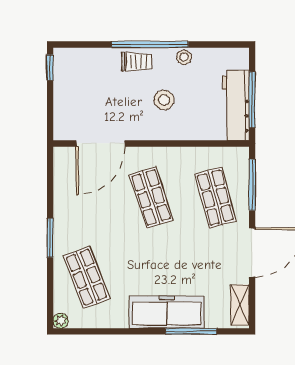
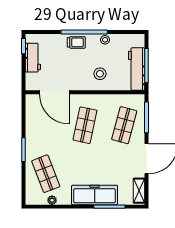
workbench: (65, 87) -> (33, 58), added
stool: (164, 100) -> (100, 74), moved
door: (101, 143) -> (54, 92), hinge flipped
shop shelf: (151, 198) -> (85, 125), turned 30
shop shelf: (216, 198) -> (124, 125), turned 30
plant: (61, 321) -> (52, 200), moved

